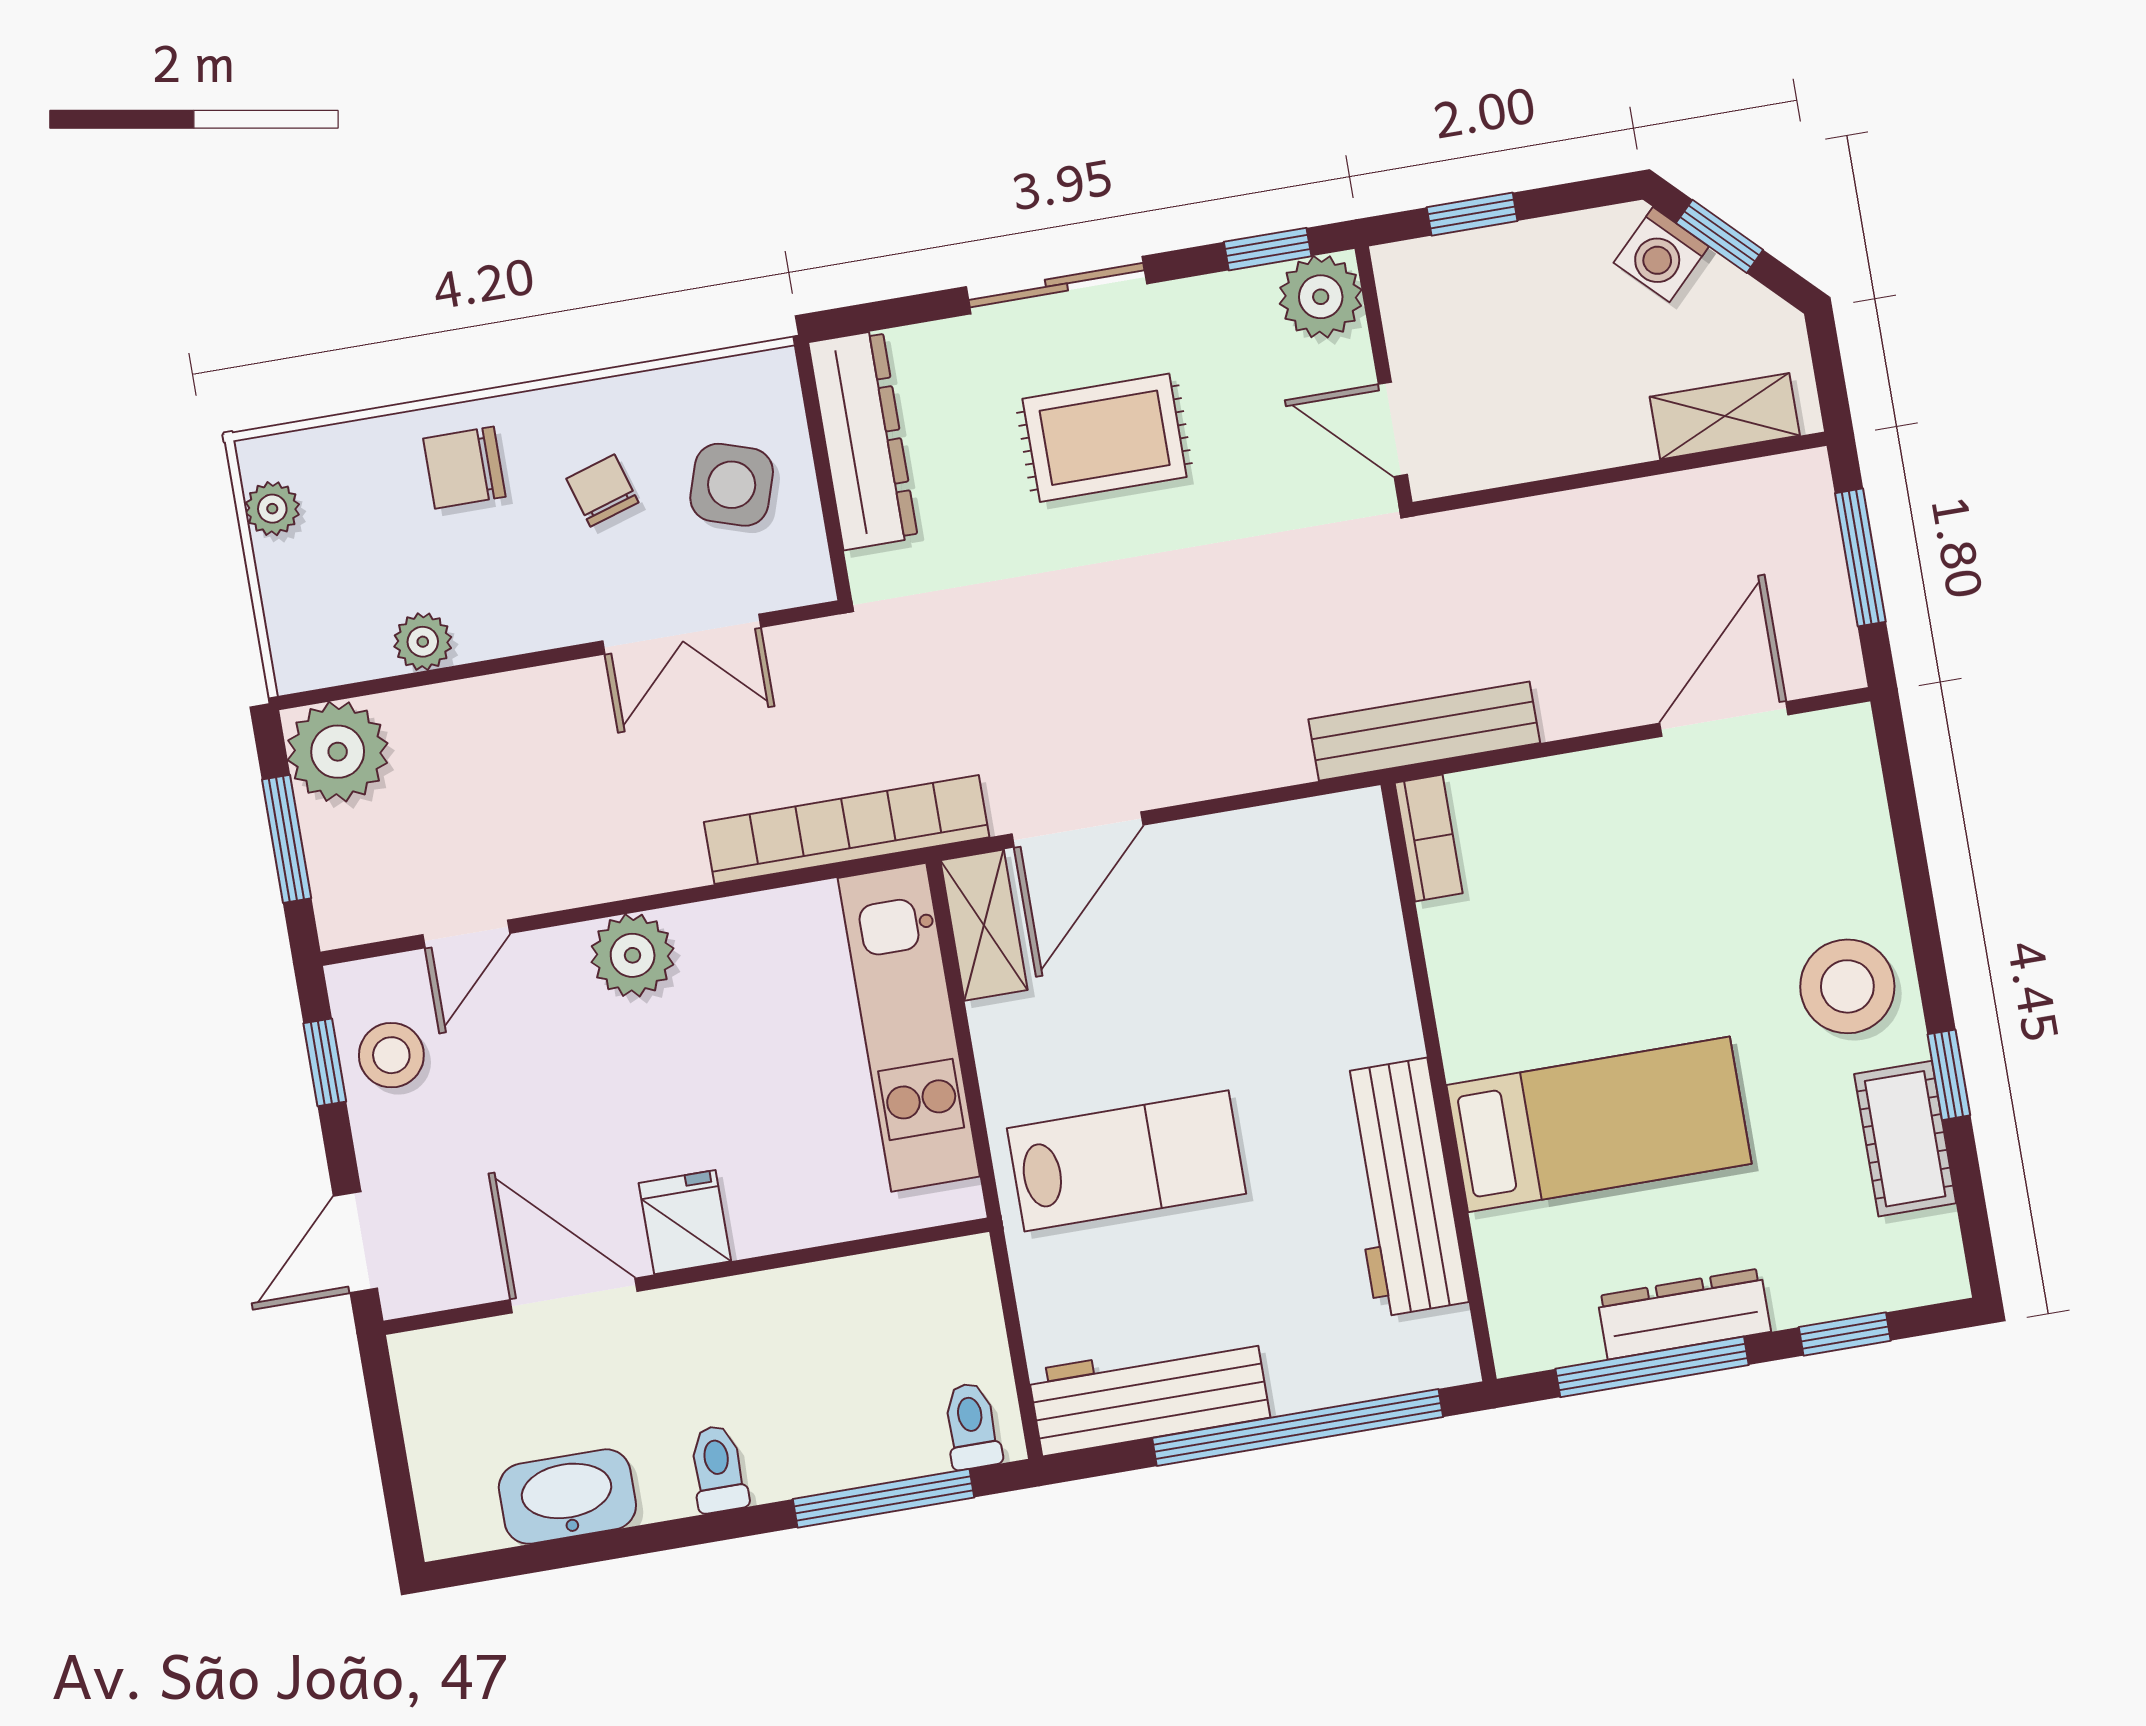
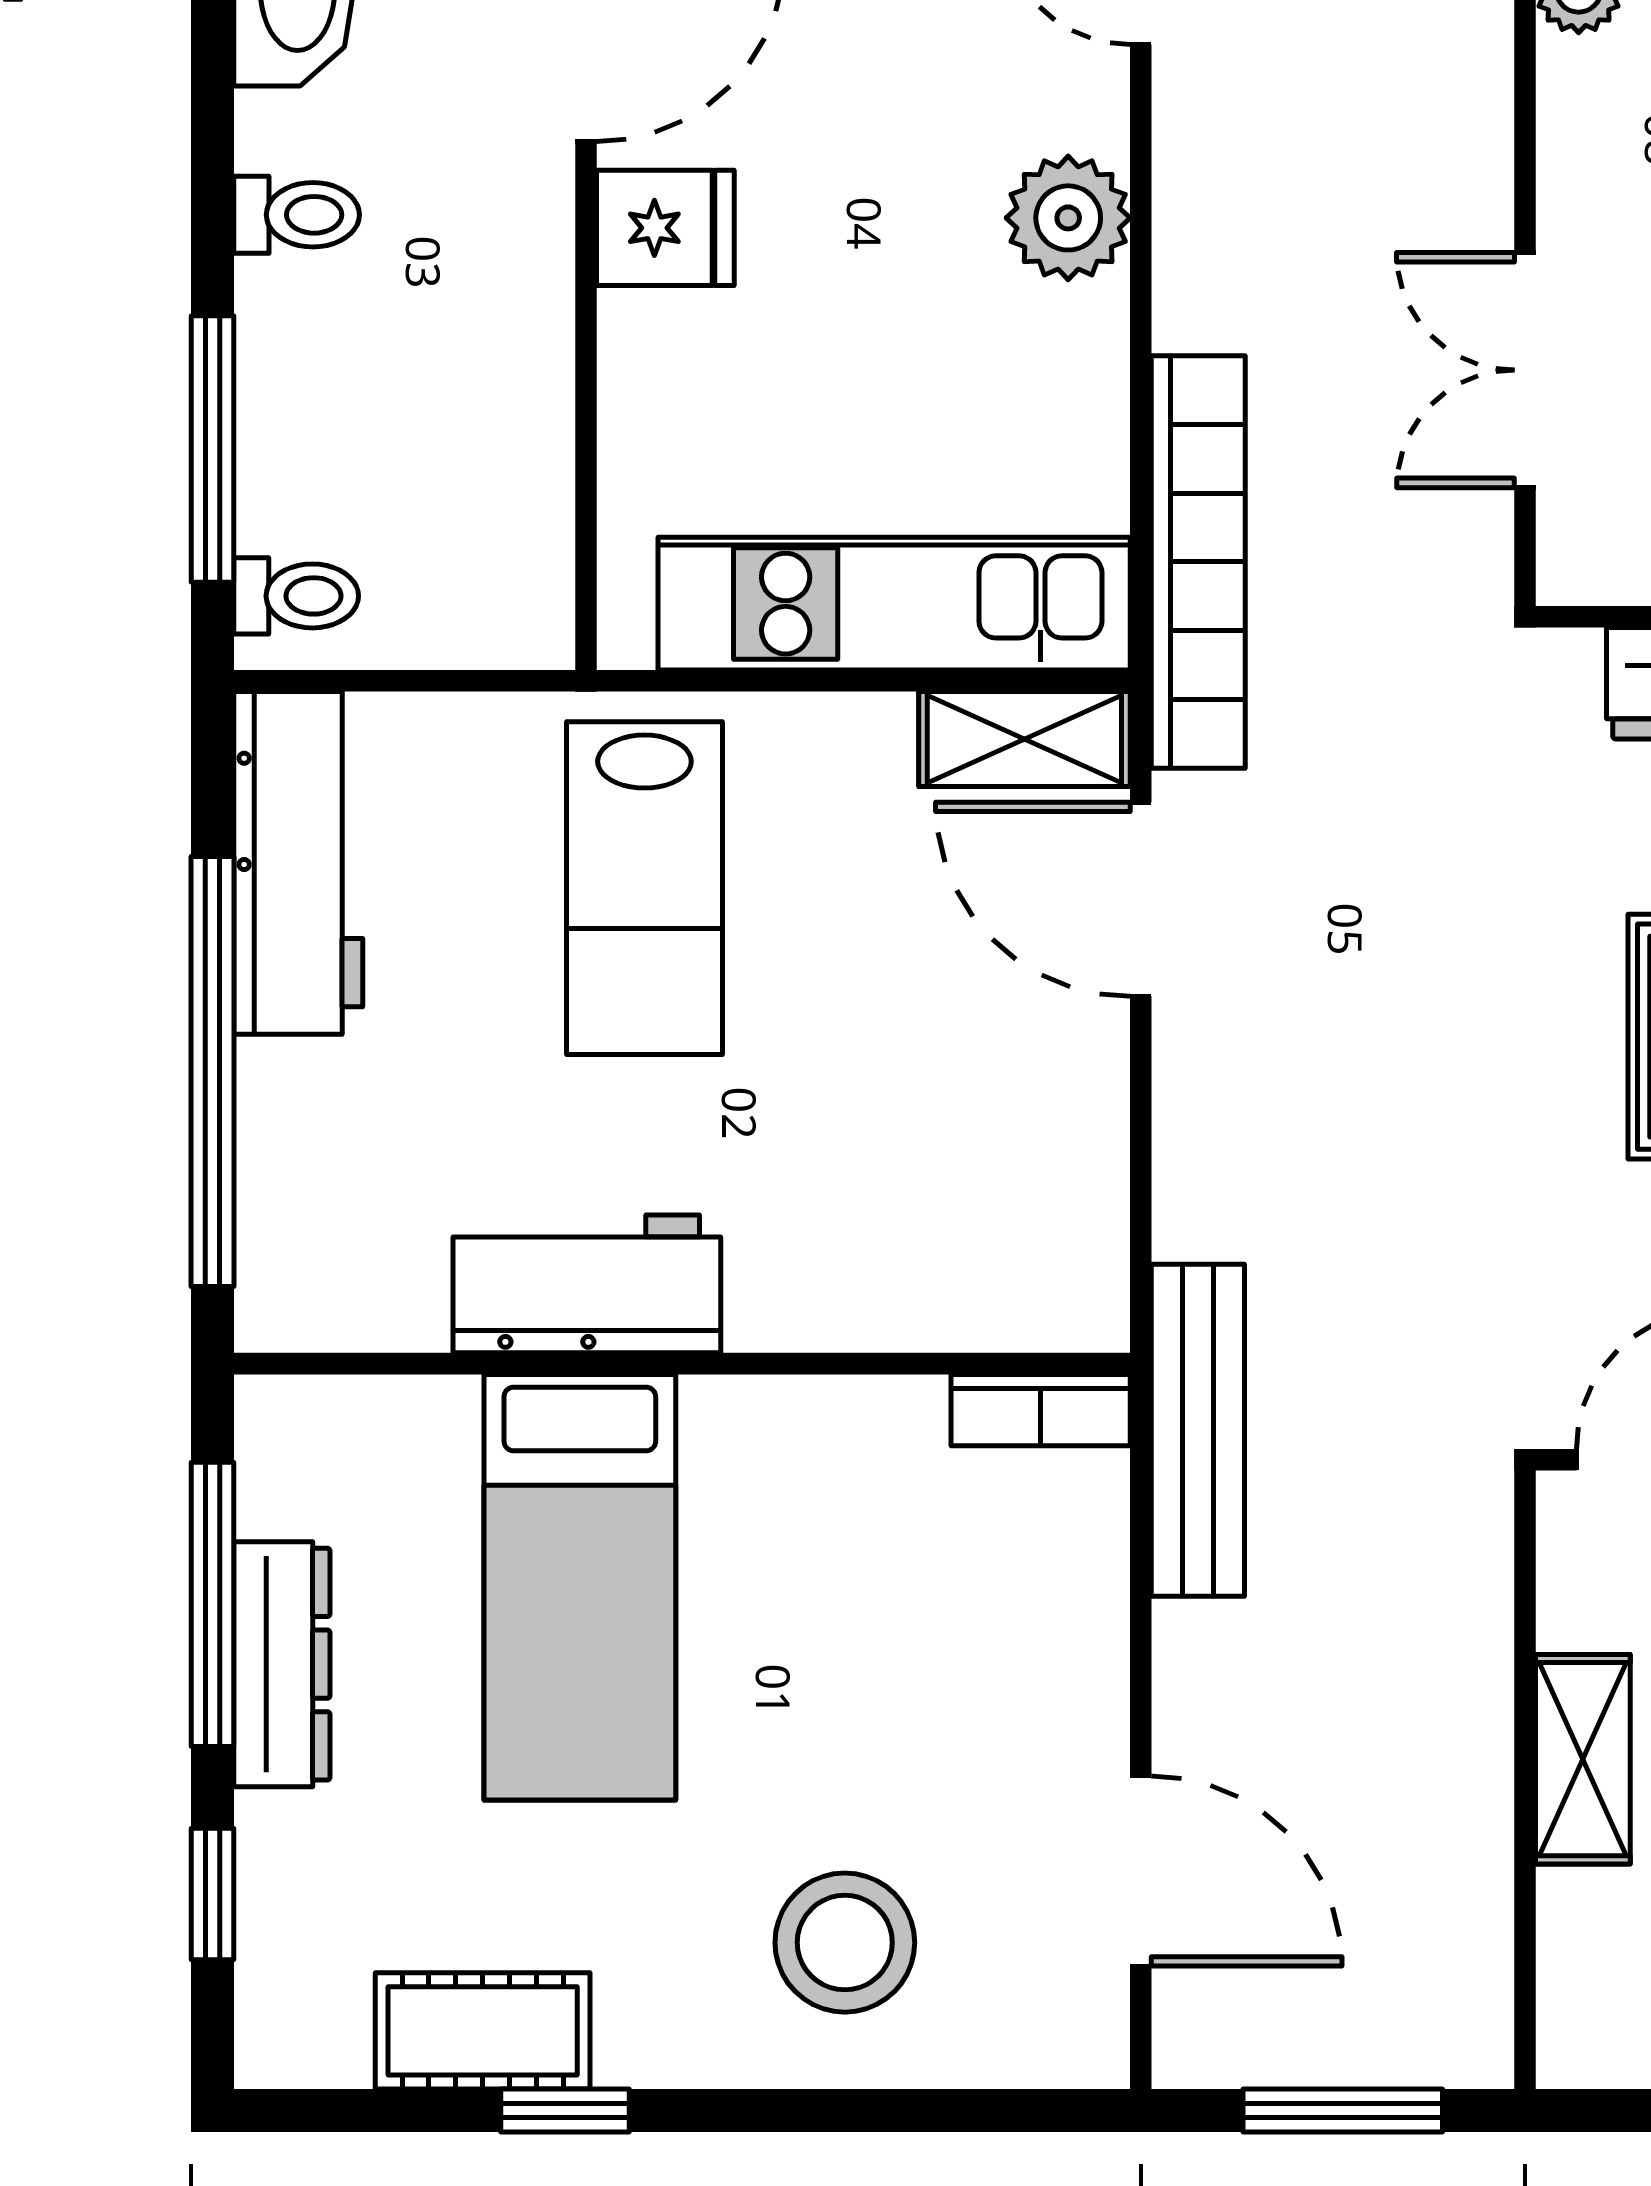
shelving: (1725, 416) -> (1583, 1759), moved
stool: (1847, 986) -> (845, 1943), moved
workbench: (1402, 1188) -> (587, 1284), width x0.73

